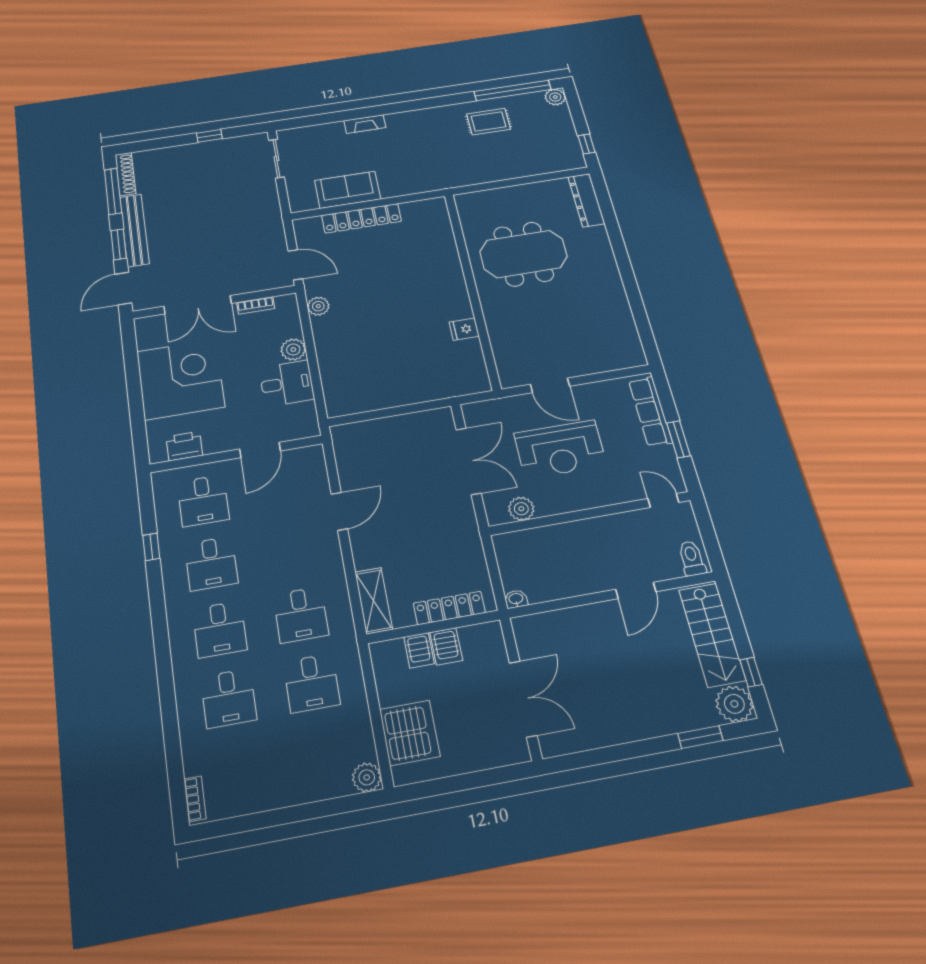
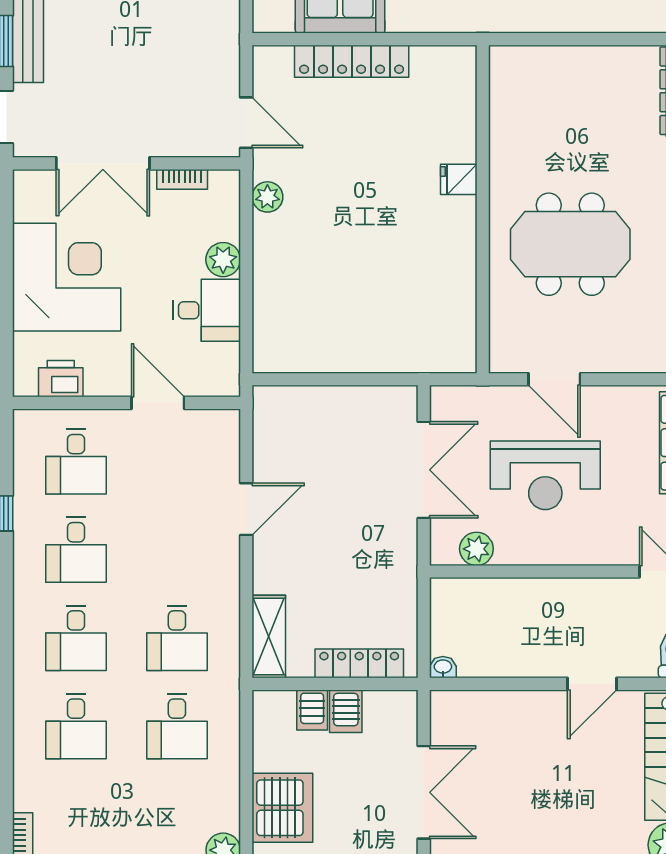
meeting table: (523, 254) -> (570, 244), moved
fridge: (464, 329) -> (459, 179), moved
door: (260, 450) -> (158, 403), swing flipped

